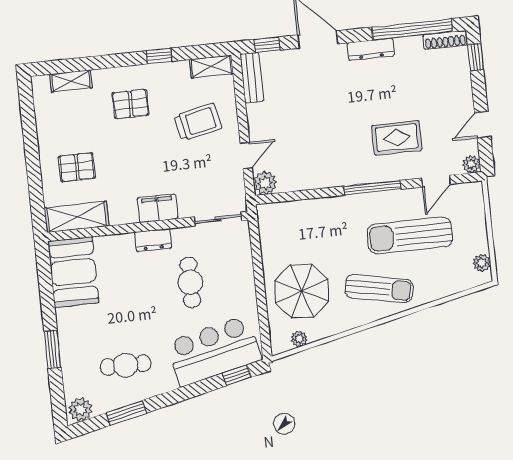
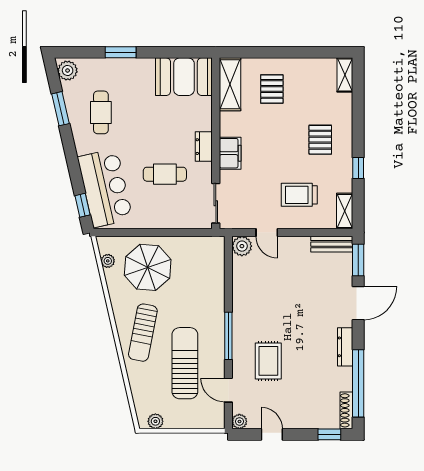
window: (267, 45) -> (358, 260), width x1.50
shelving: (71, 81) -> (345, 75), moved
trolley: (198, 122) -> (299, 195), turned 102

